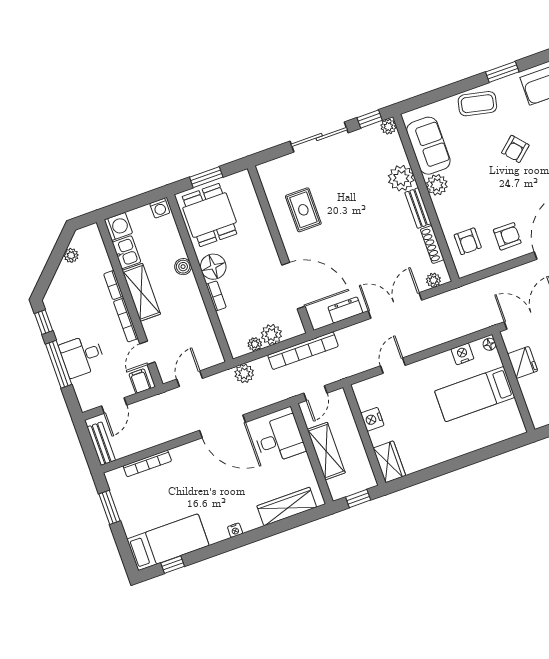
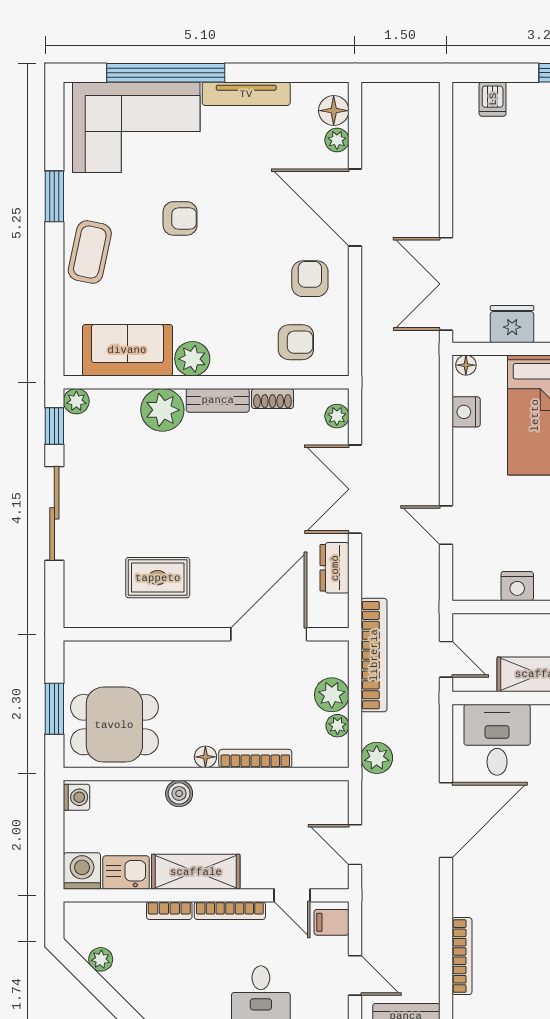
armchair: (515, 149) -> (180, 218), turned -49
shoe rack: (432, 245) -> (272, 399), width x0.70
floor lamp: (213, 267) -> (205, 757), width x0.53, depth x0.53
bookcase: (216, 296) -> (255, 759), width x1.56

